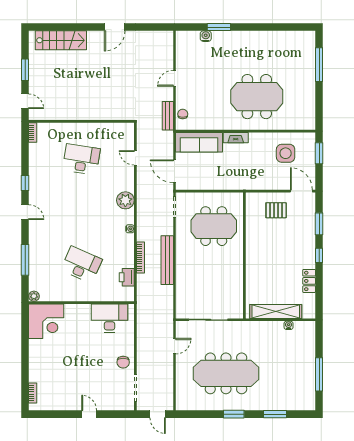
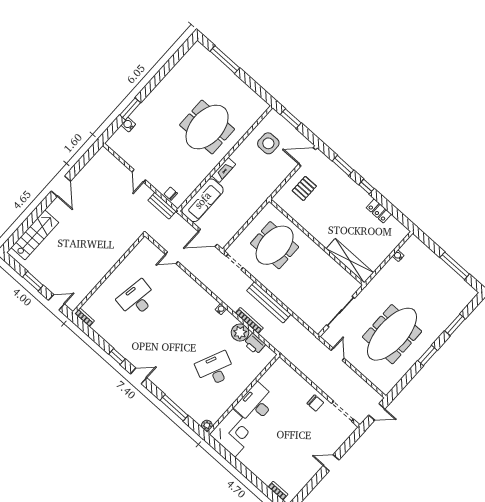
plant: (125, 200) -> (240, 333), moved
shelving: (276, 311) -> (350, 261), moved, turned 90
desk: (109, 318) -> (256, 404), moved

